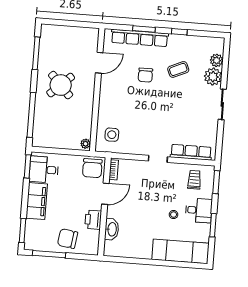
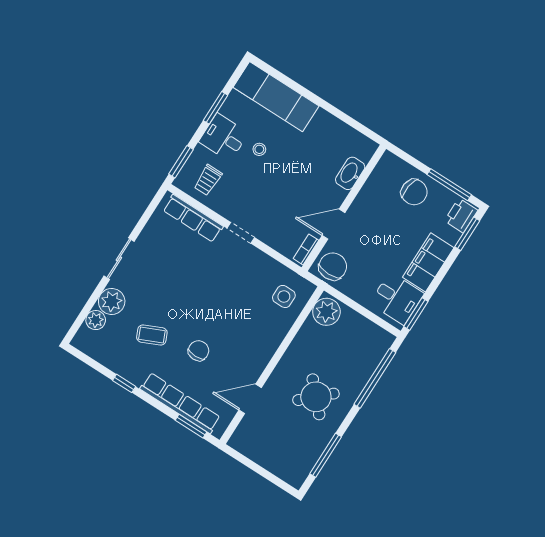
window: (144, 29) -> (191, 426), moved
plant: (86, 144) -> (326, 312), width x1.88, depth x1.88
printer: (93, 220) -> (461, 216), moved, turned 180

